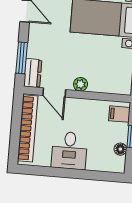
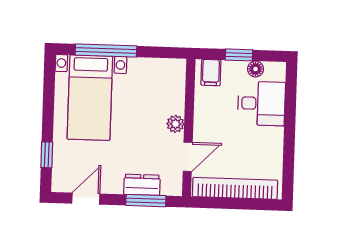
dresser: (33, 73) -> (142, 185), moved
desk: (69, 150) -> (261, 103), moved

